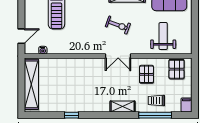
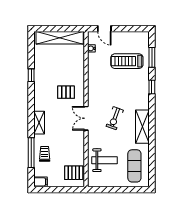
pallet: (147, 74) -> (66, 92), moved

